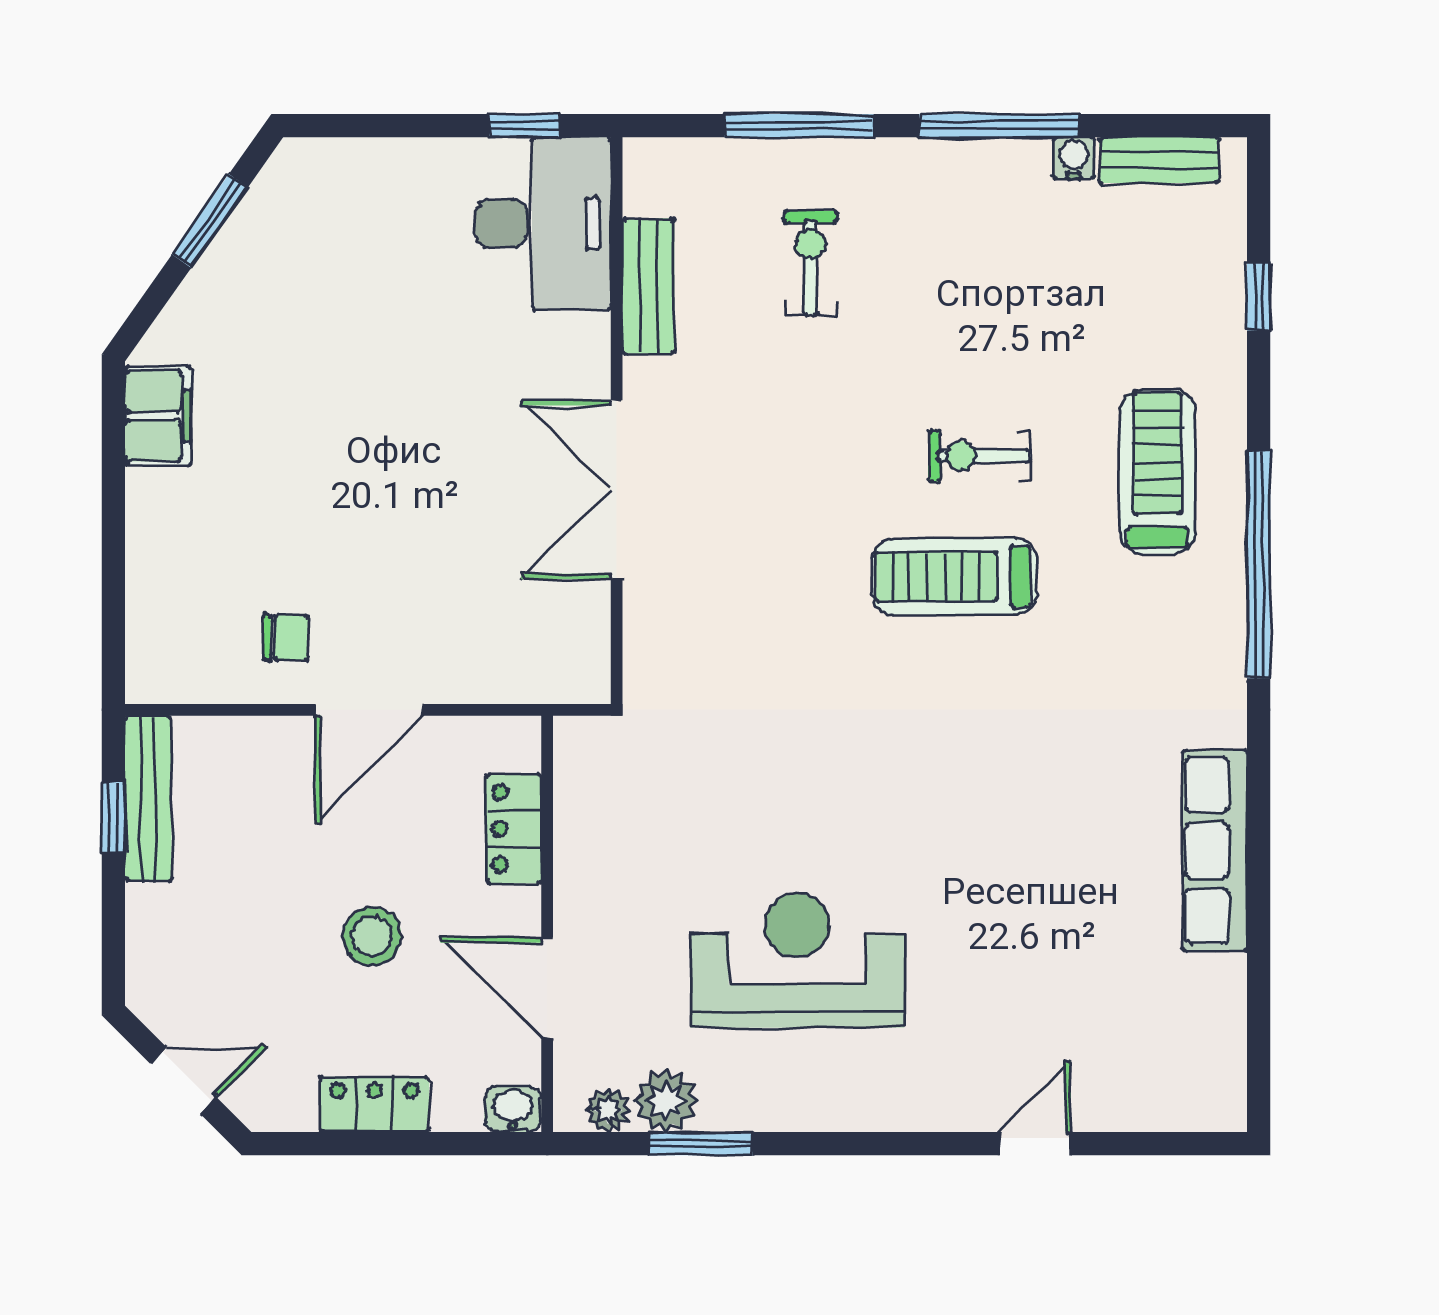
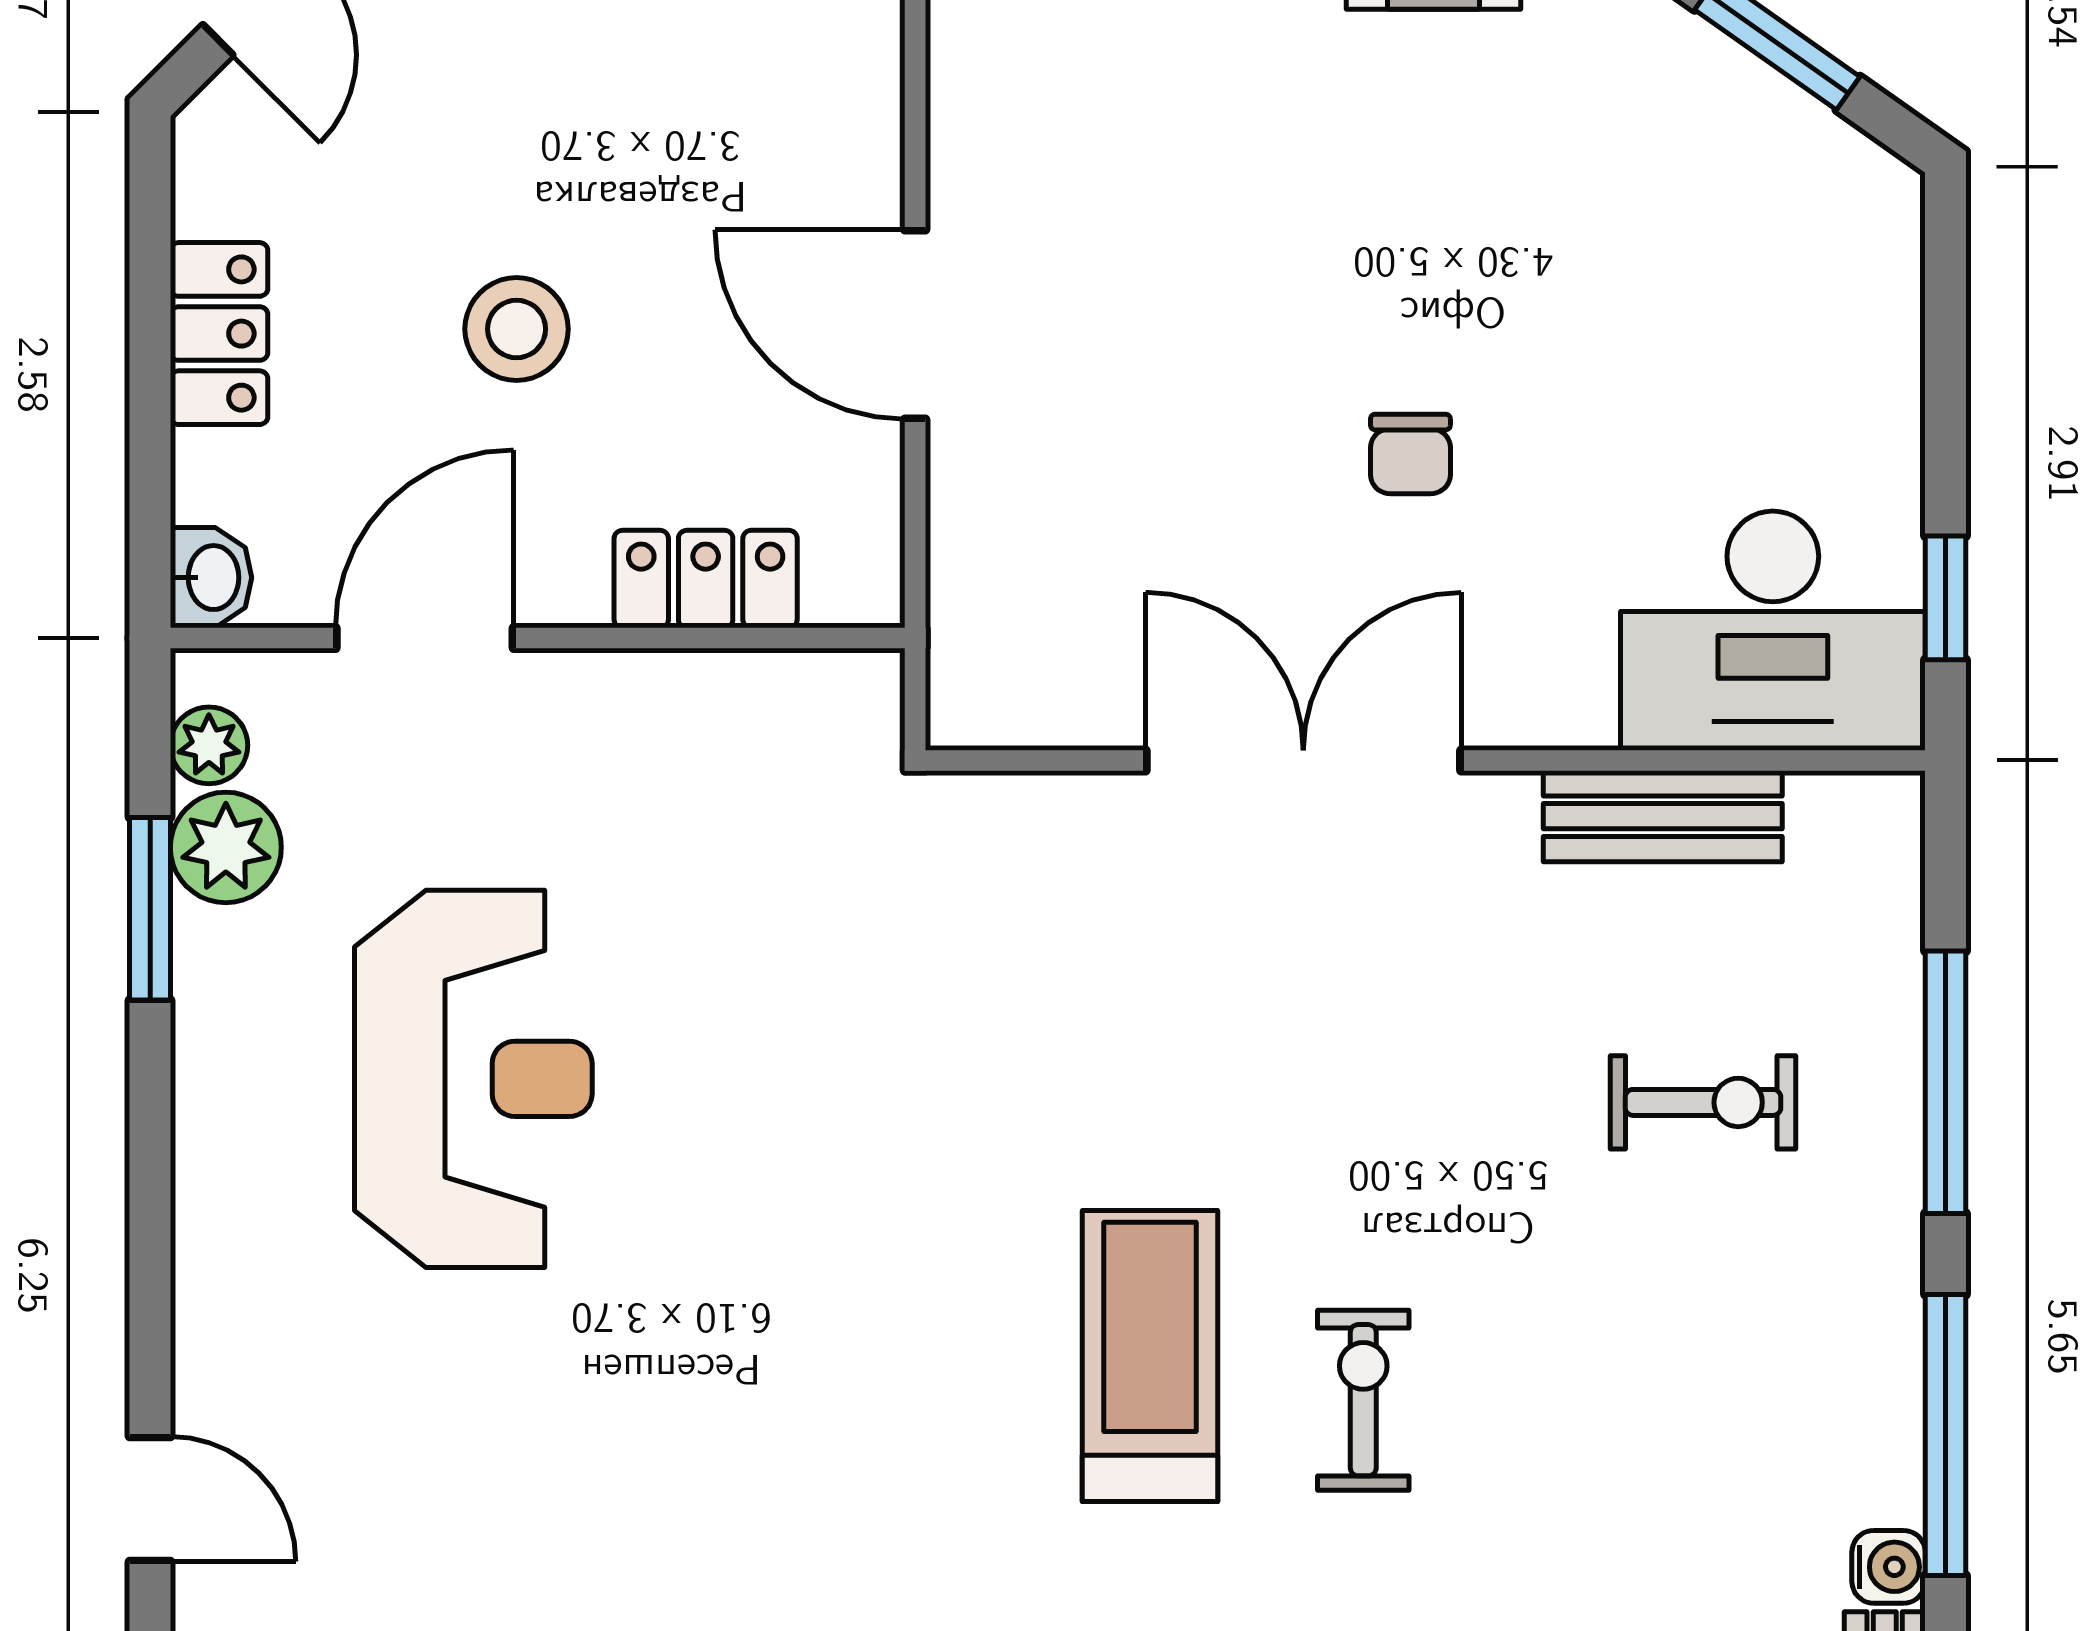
chair: (286, 637) -> (1410, 454), moved

